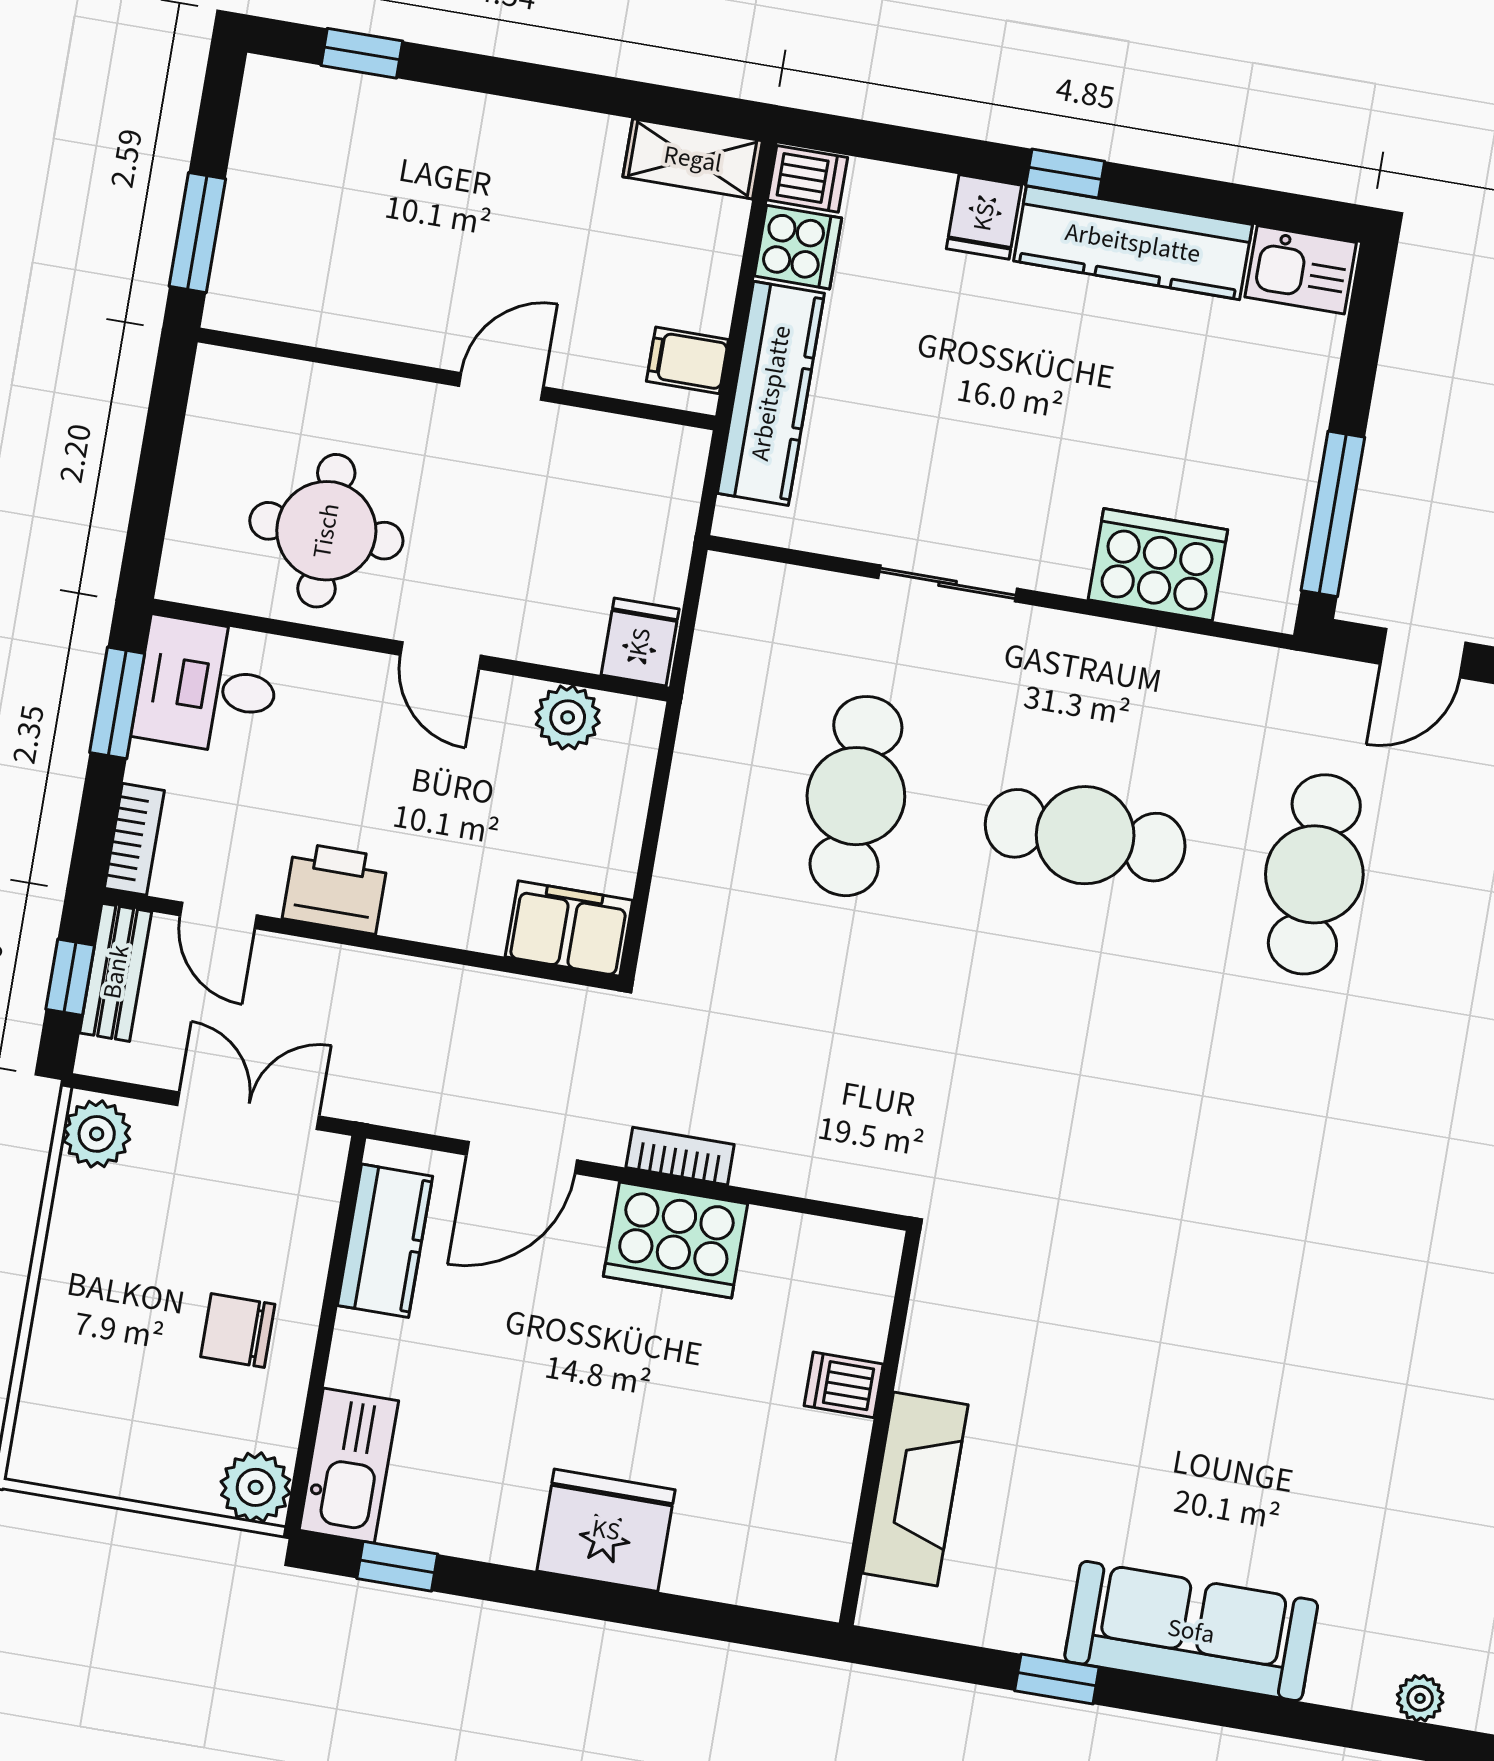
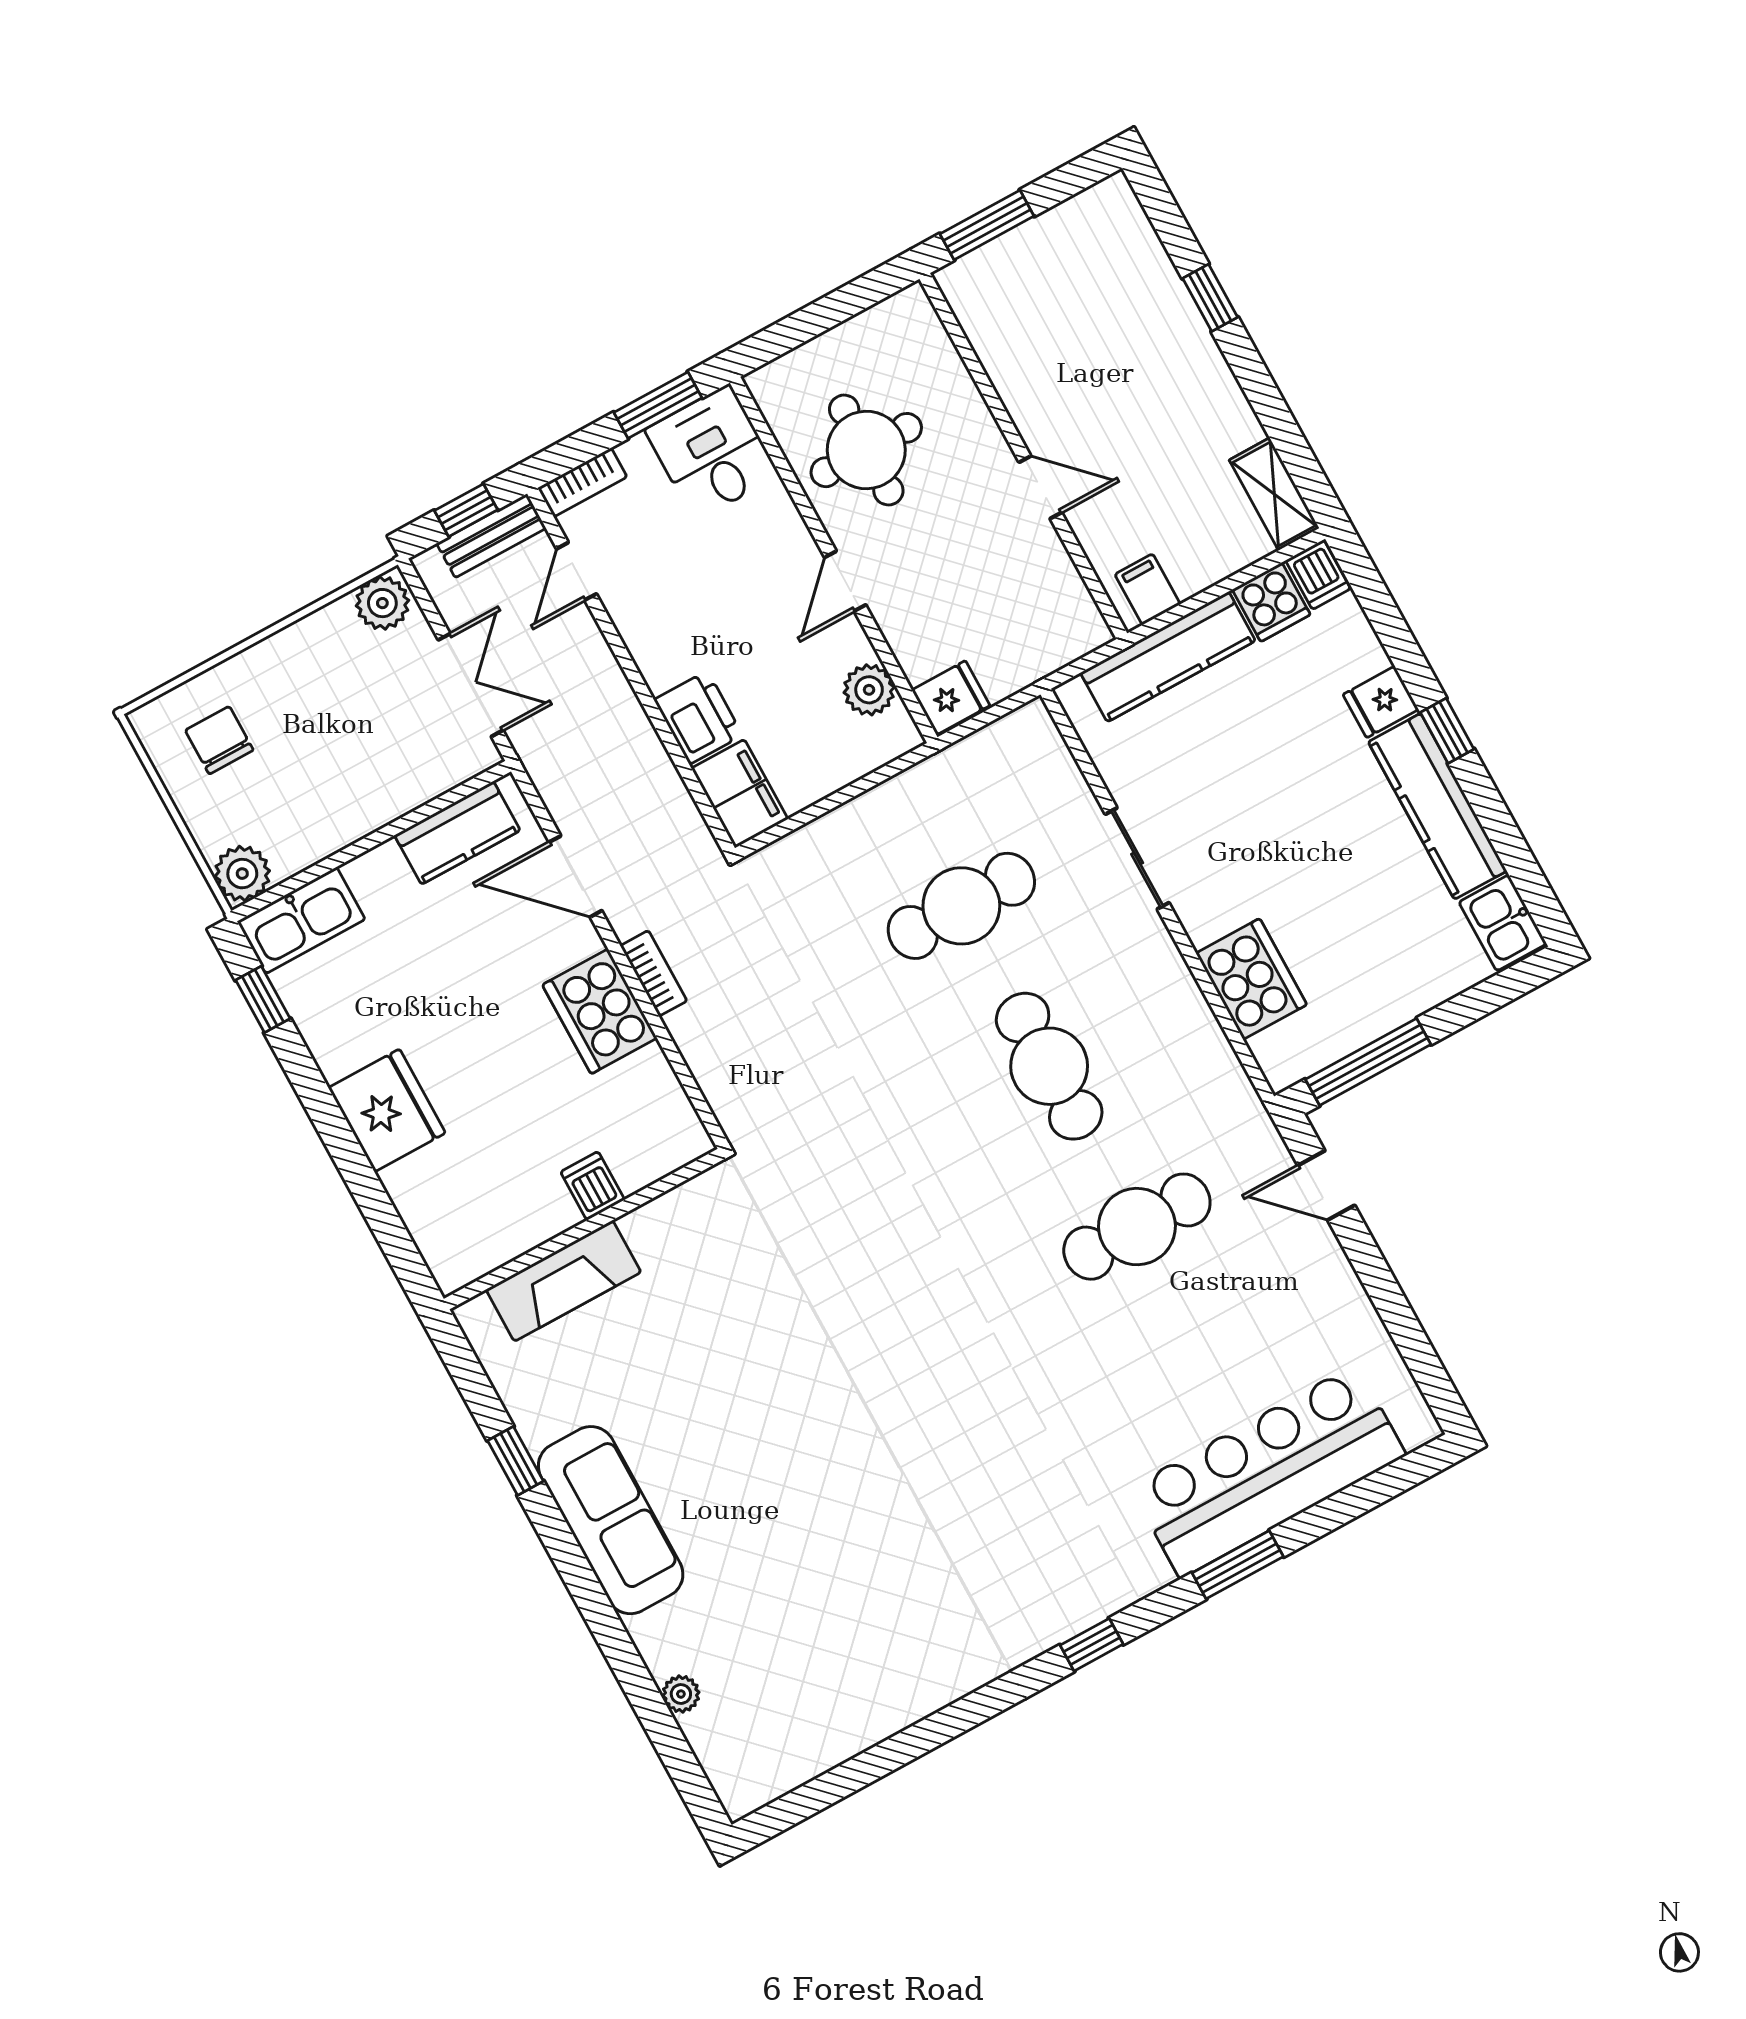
window: (362, 53) -> (1210, 298), moved
printer: (335, 888) -> (698, 717), moved
chair: (238, 1331) -> (219, 740), moved

